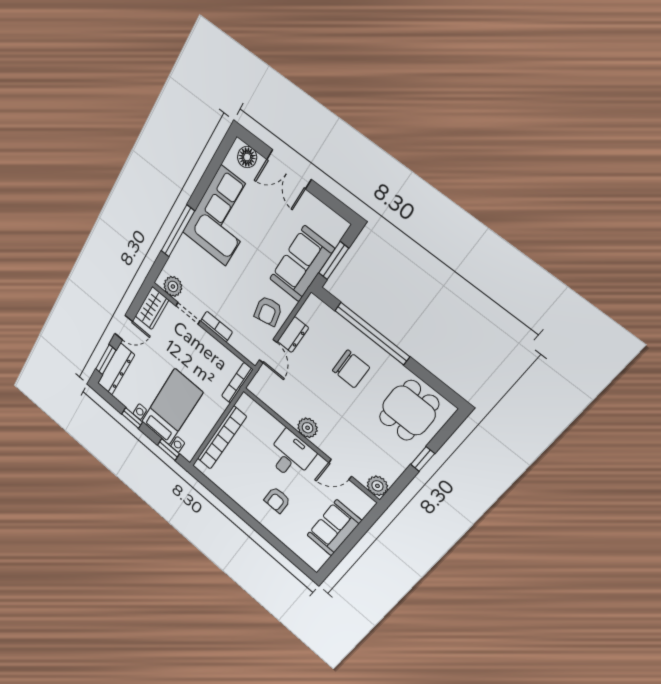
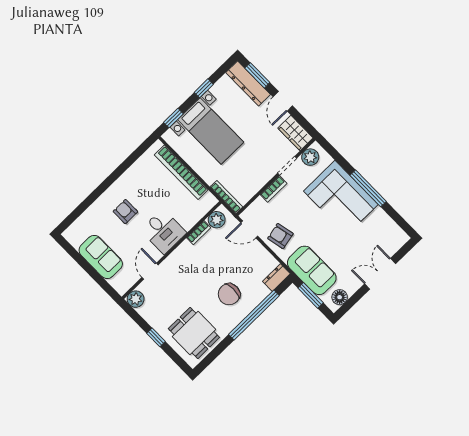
floor lamp: (247, 157) -> (340, 297), moved
corner sofa: (223, 216) -> (341, 198), moved
window: (178, 231) -> (368, 188), moved
dresser: (293, 335) -> (276, 278), moved, turned 90
bookcase: (284, 413) -> (199, 233), added
plant: (308, 428) -> (217, 220), moved

